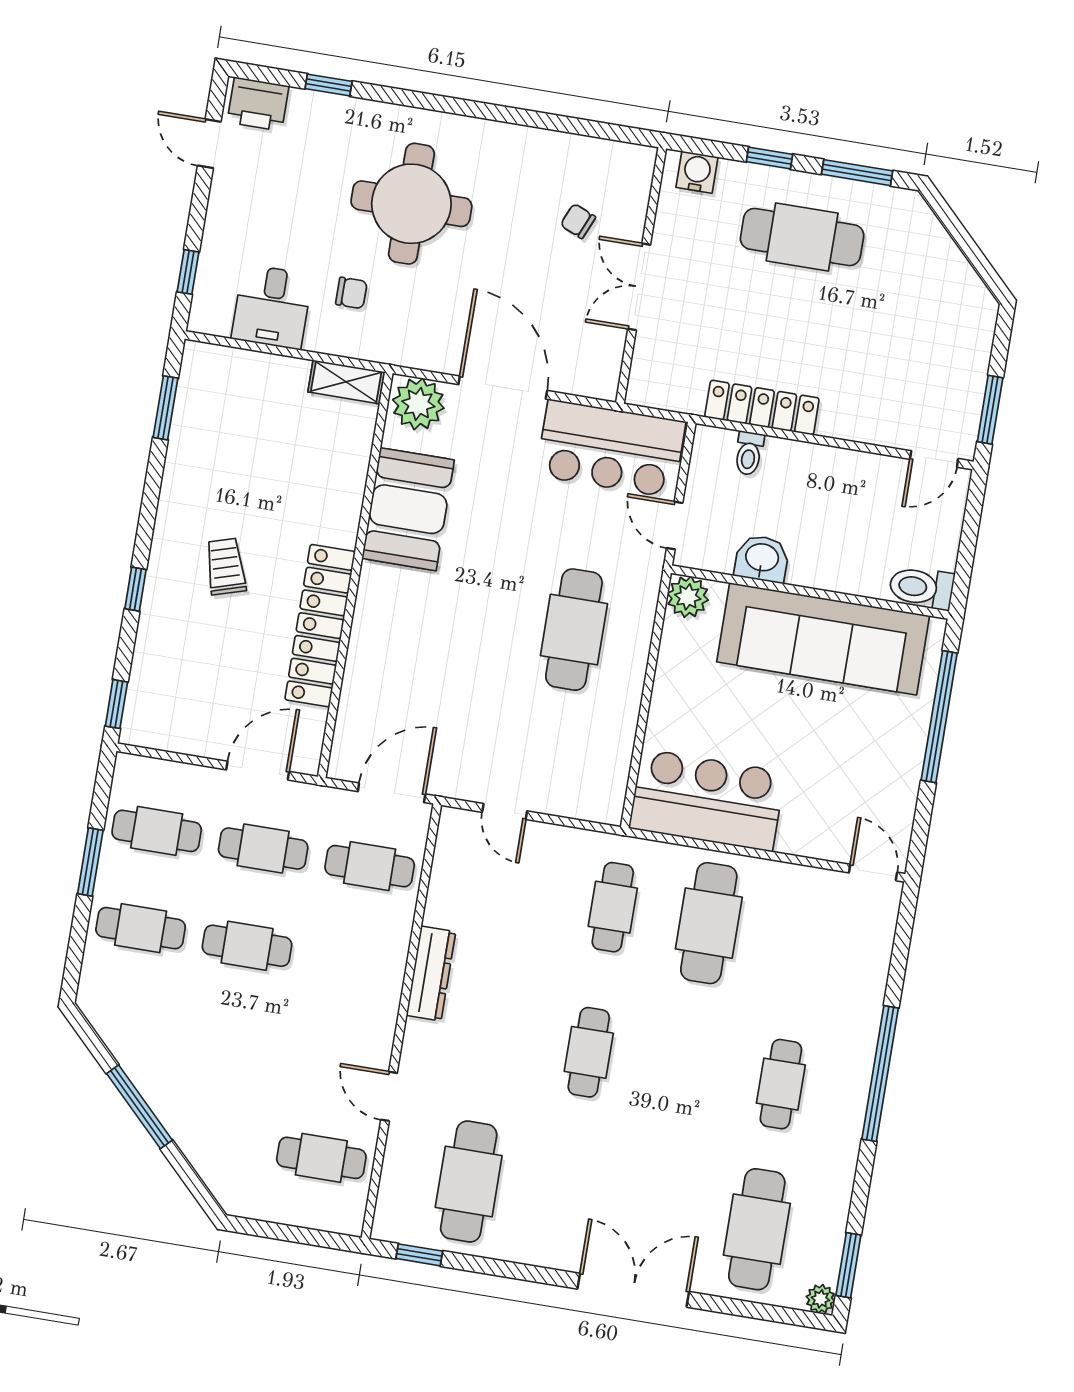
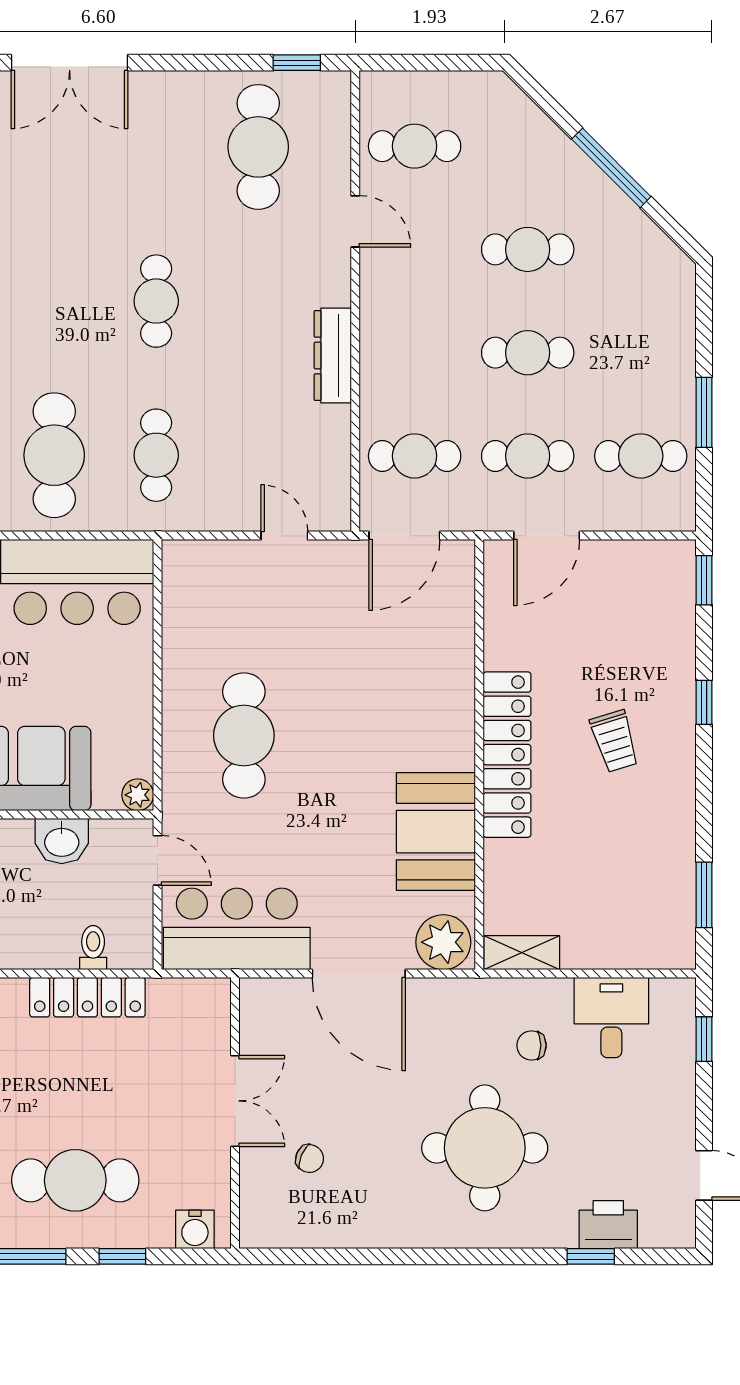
printer: (258, 104) -> (608, 1225), moved
plant: (688, 597) -> (138, 795), width x0.73, depth x0.73
locker: (320, 626) -> (507, 755), moved
cafe table: (141, 928) -> (528, 249), moved

